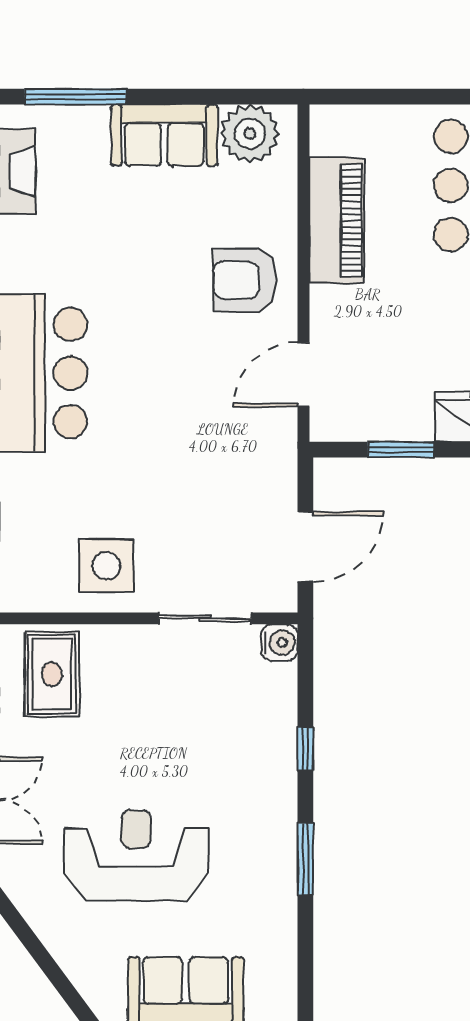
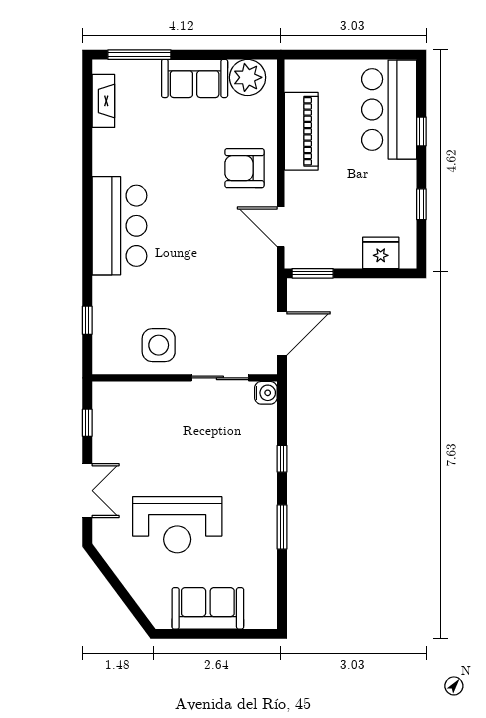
door: (303, 375) -> (281, 227), hinge flipped
window: (401, 450) -> (313, 273), moved
rug: (52, 674) -> (125, 412), removed
reception desk: (136, 855) -> (177, 525), turned 180

